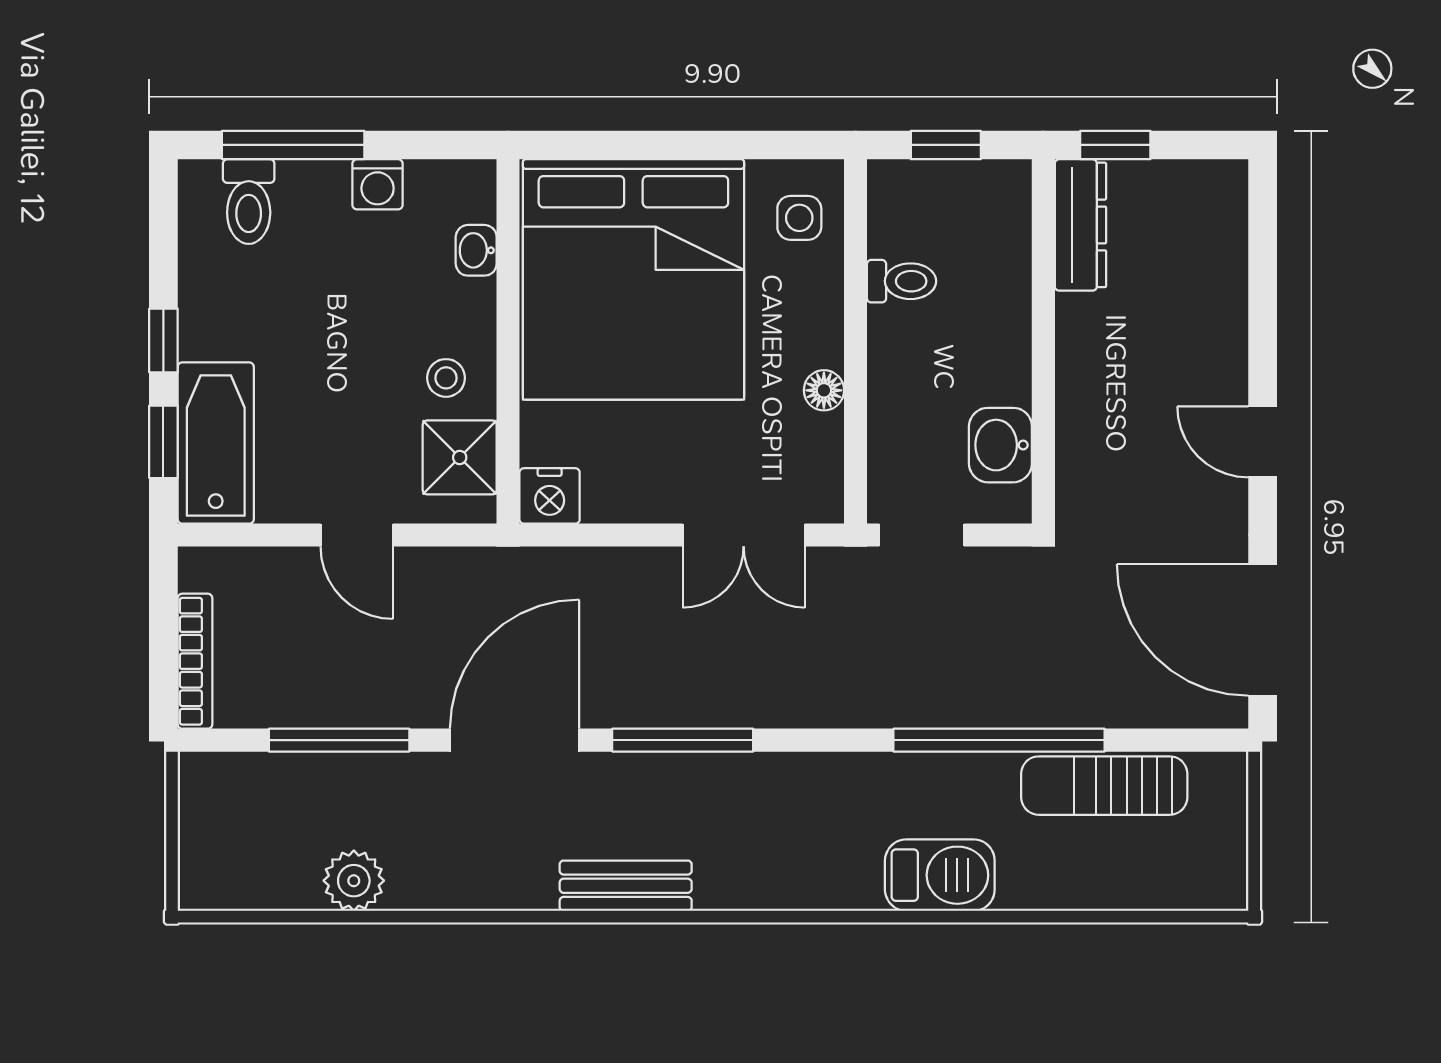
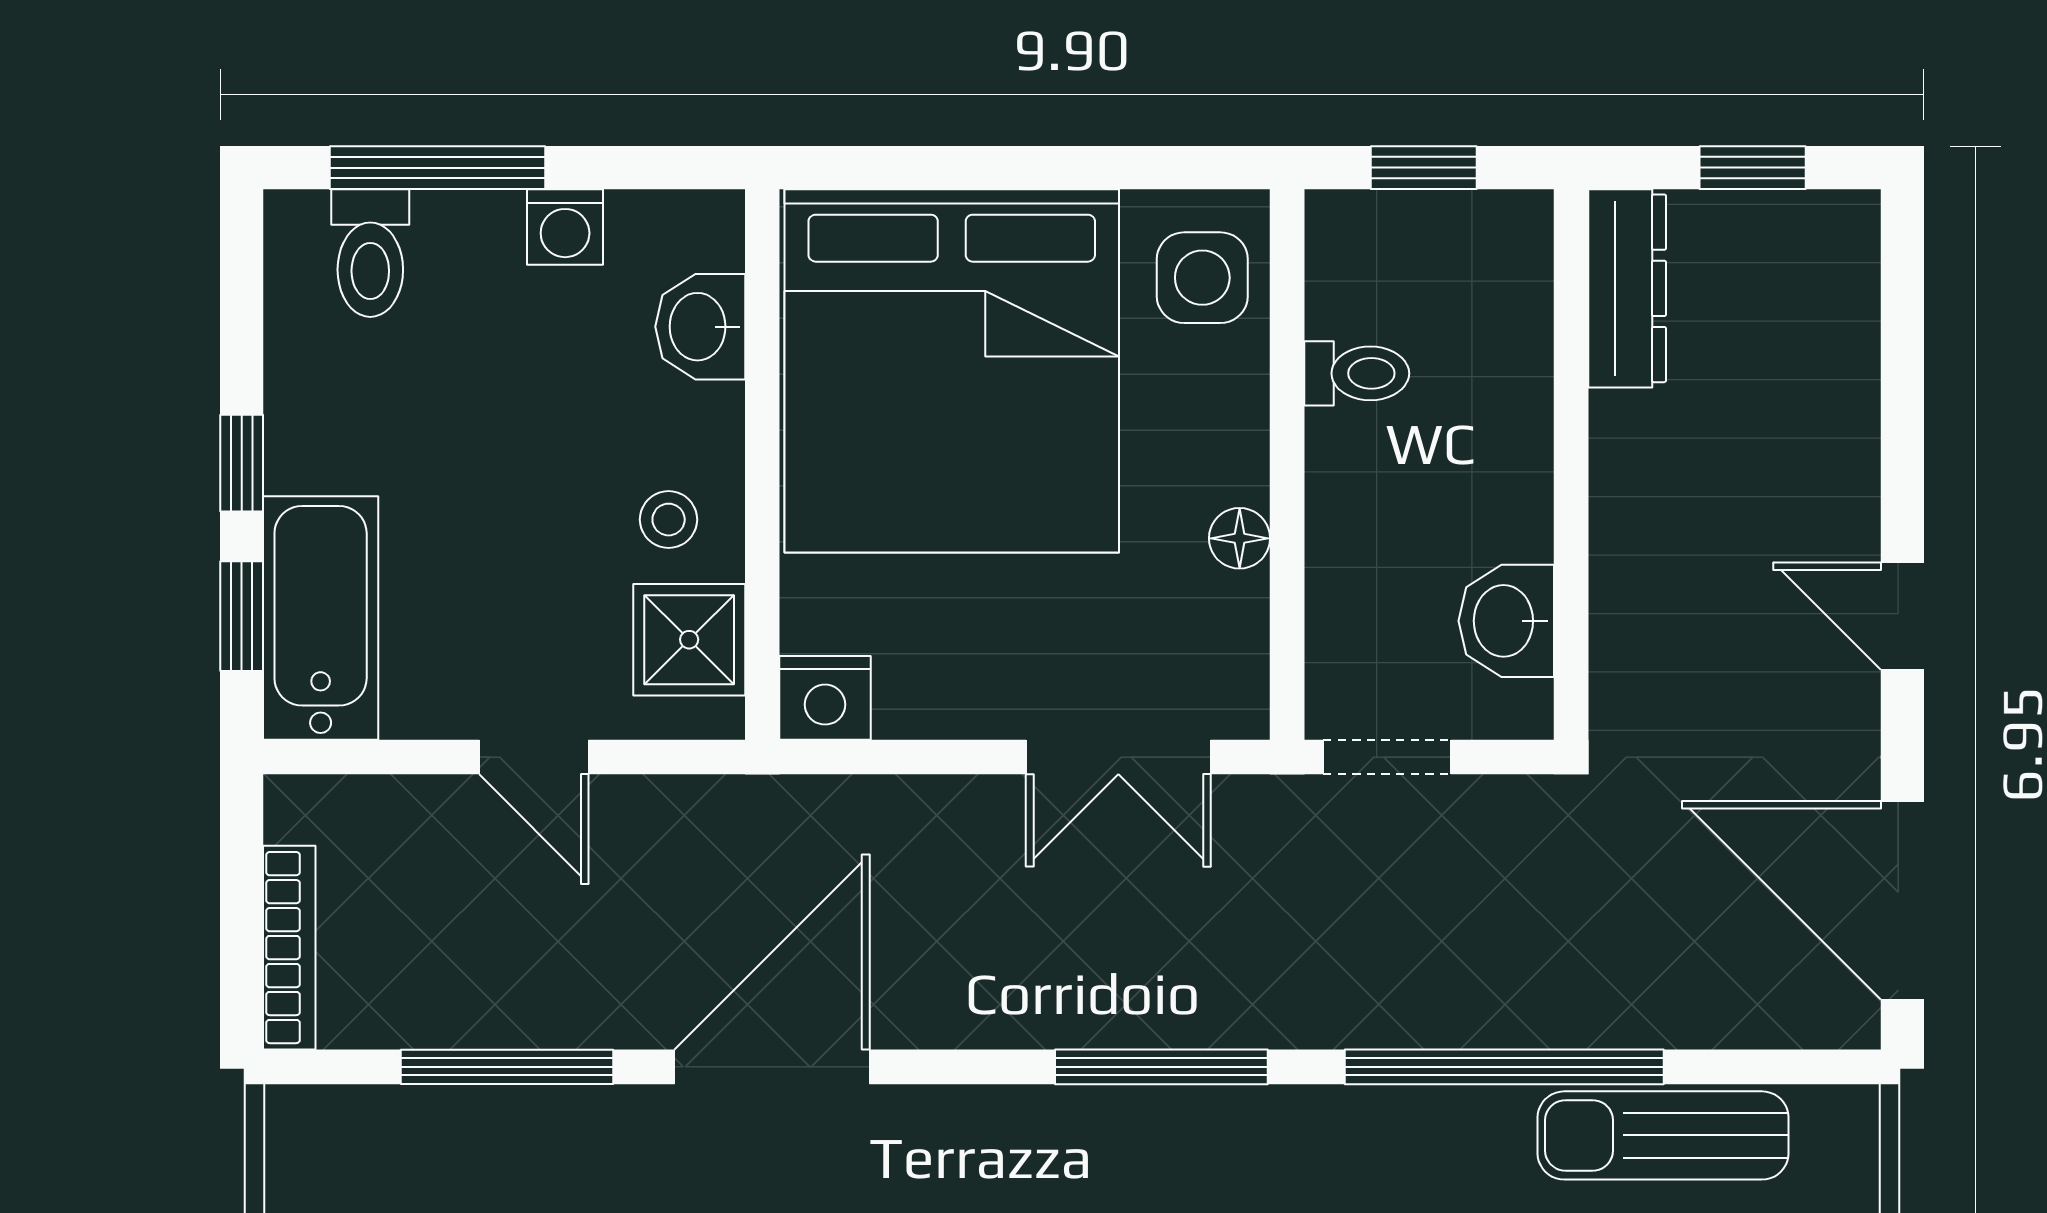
window: (1115, 145) -> (1753, 168), moved
side table: (799, 218) -> (1202, 278), width x1.37, depth x1.37
washbasin: (476, 250) -> (700, 327), width x1.38, depth x1.45
window: (683, 740) -> (1161, 1067), moved

